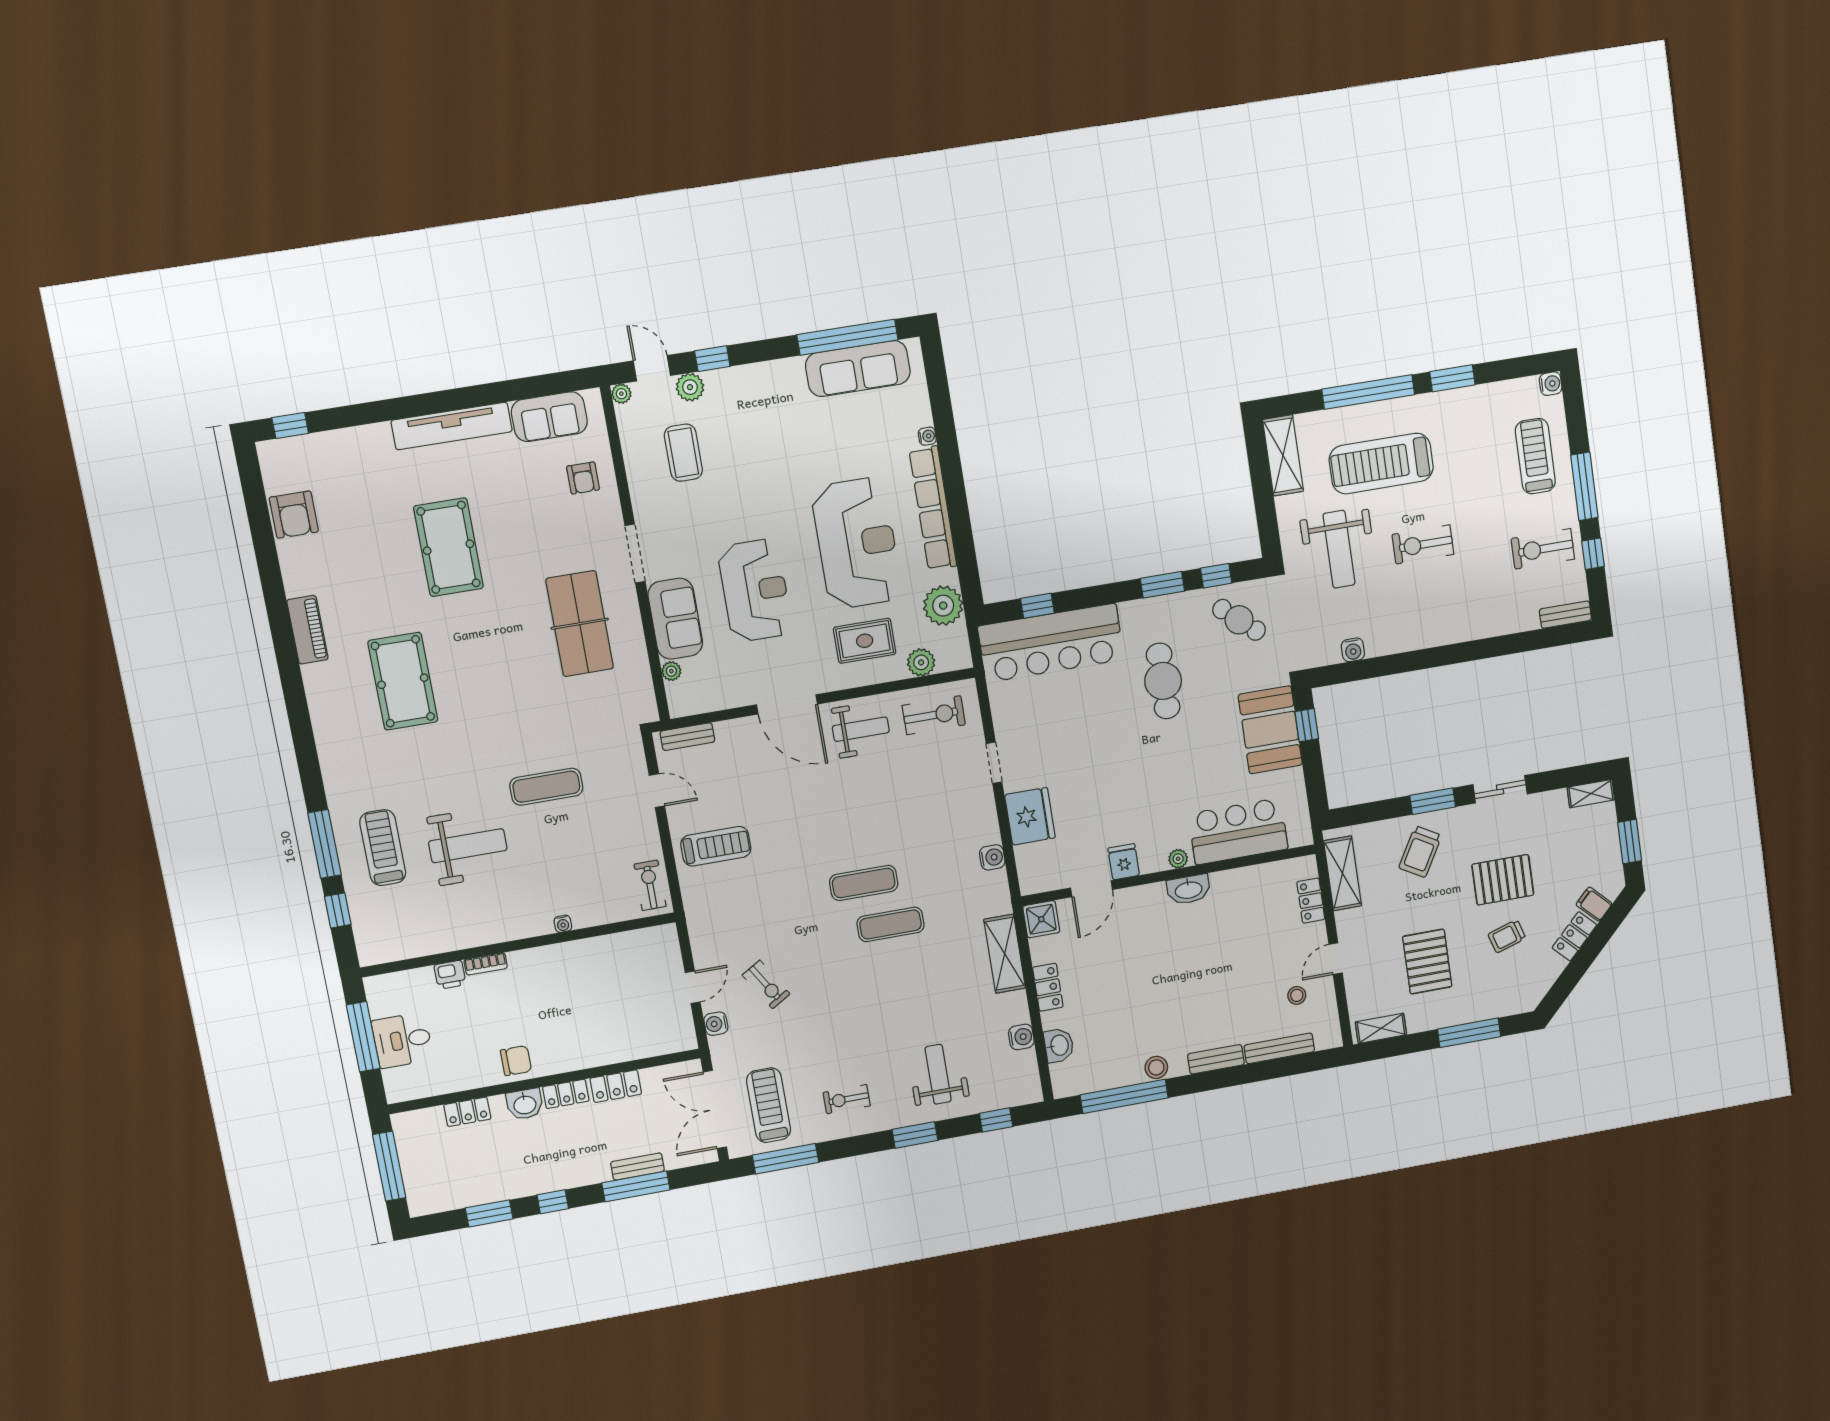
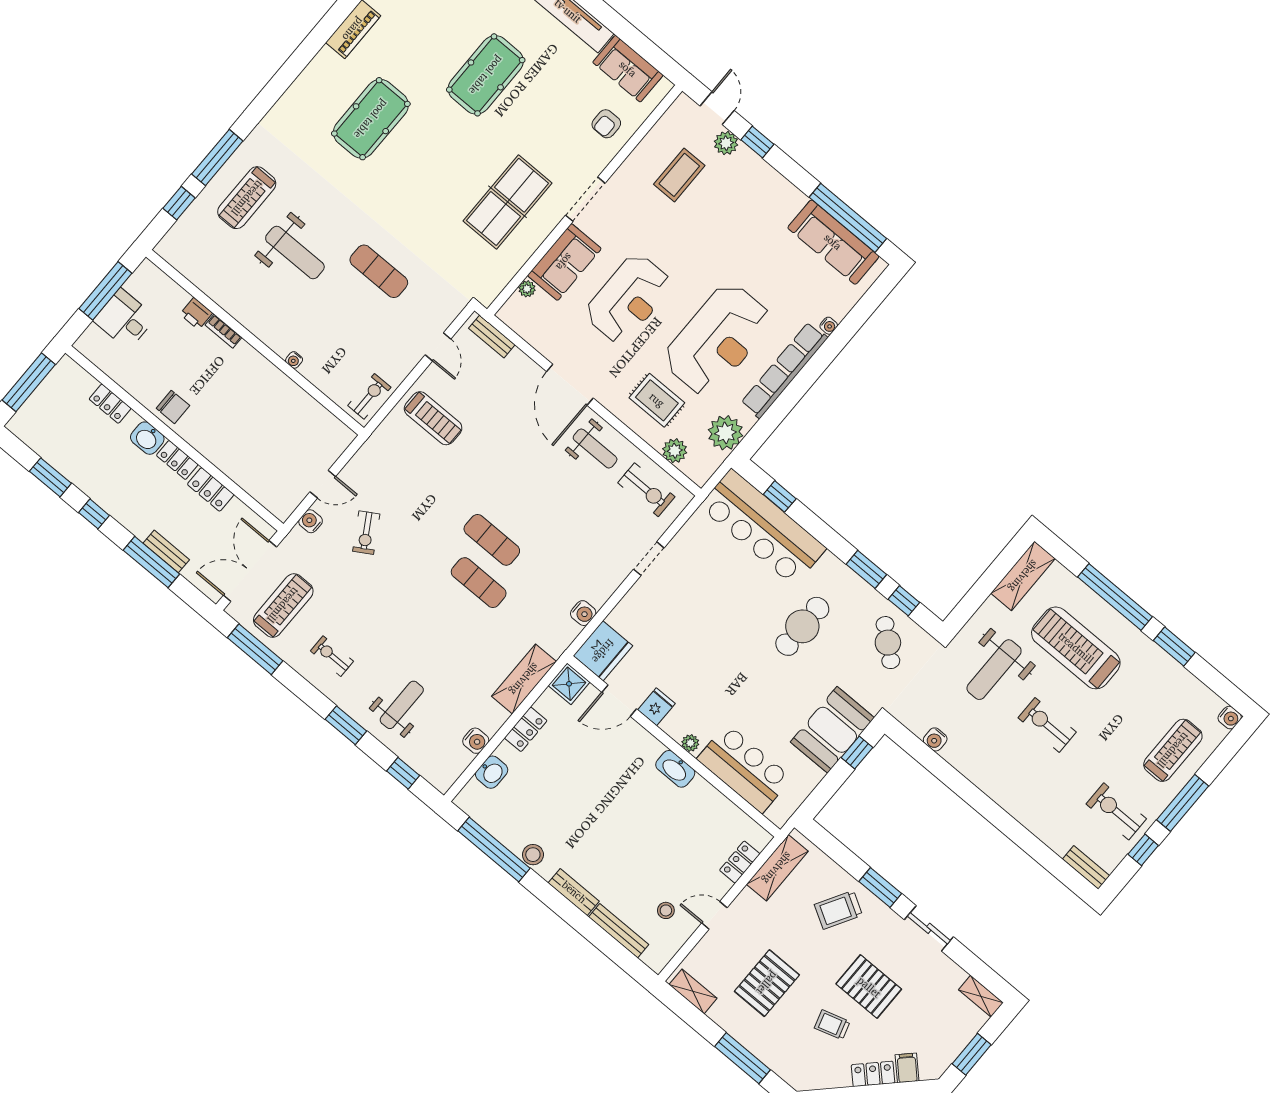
plant: (621, 394) -> (683, 102), removed
fridge: (1030, 816) -> (603, 651), moved
treadmill: (383, 848) -> (247, 198), turned 180

